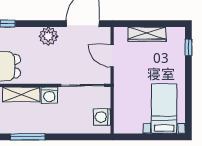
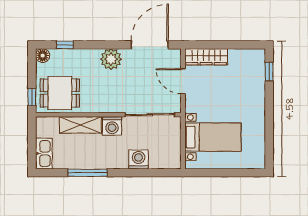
wardrobe: (147, 34) -> (206, 57), moved
bed with nightstands: (164, 109) -> (213, 137), moved, turned 90
washing machine: (102, 117) -> (138, 159), moved, turned 90

